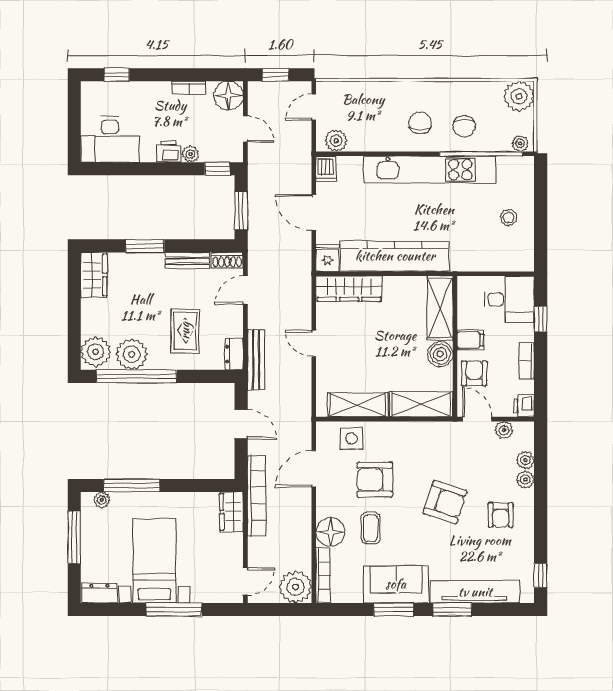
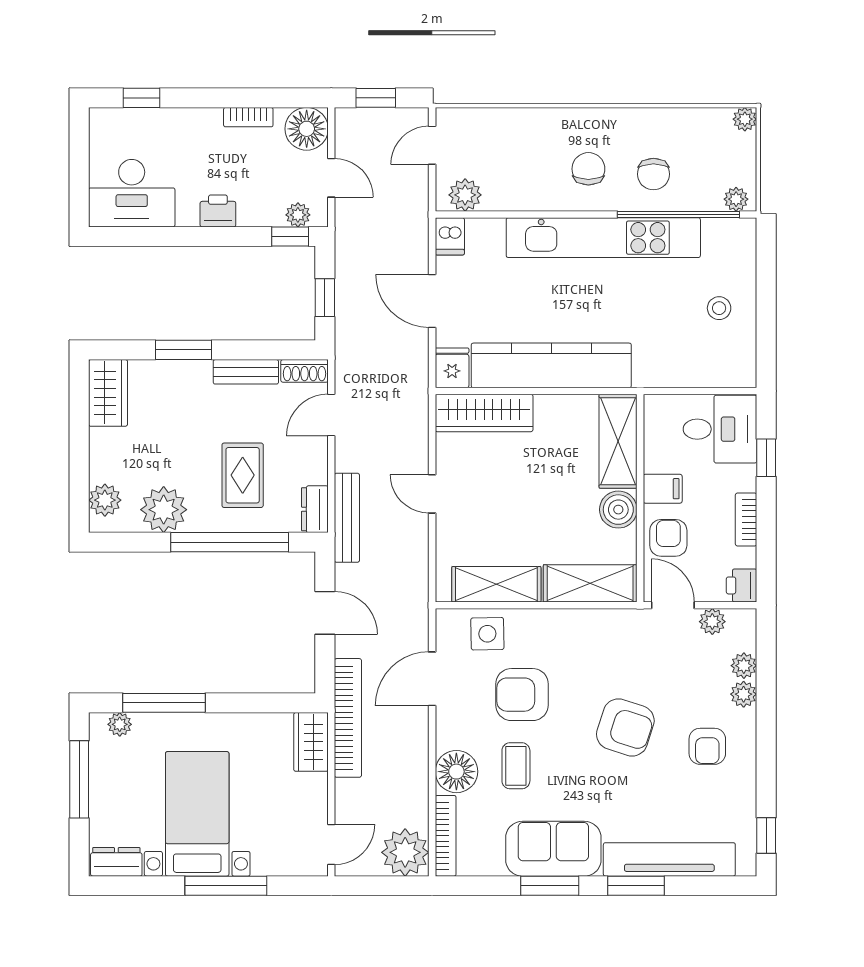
plant: (519, 96) -> (745, 119), width x0.53, depth x0.53
plant: (190, 154) -> (298, 215), moved
window: (241, 210) -> (325, 298), width x0.67
plant: (96, 352) -> (105, 500), width x0.73, depth x0.73
window: (136, 376) -> (230, 542), moved

